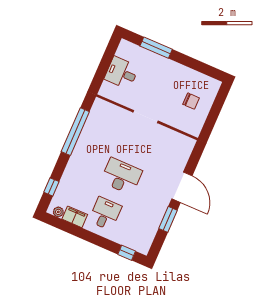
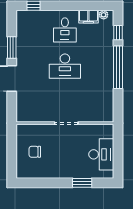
window: (156, 48) -> (82, 183), width x0.69
desk: (122, 73) -> (101, 154), width x1.37
window: (75, 132) -> (118, 67), moved

